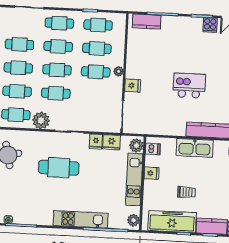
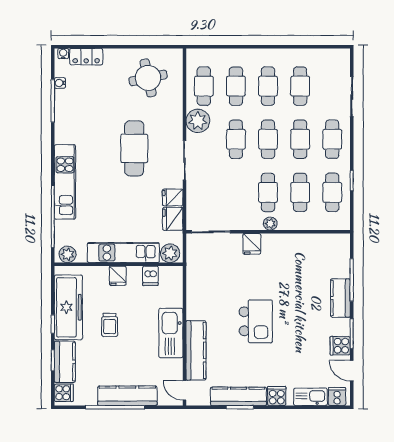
kitchen counter: (147, 22) -> (340, 298), moved
dishwasher: (153, 149) -> (150, 276), moved
fridge: (152, 173) -> (118, 276), moved

